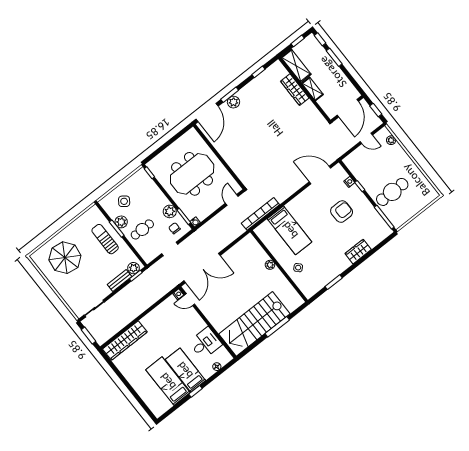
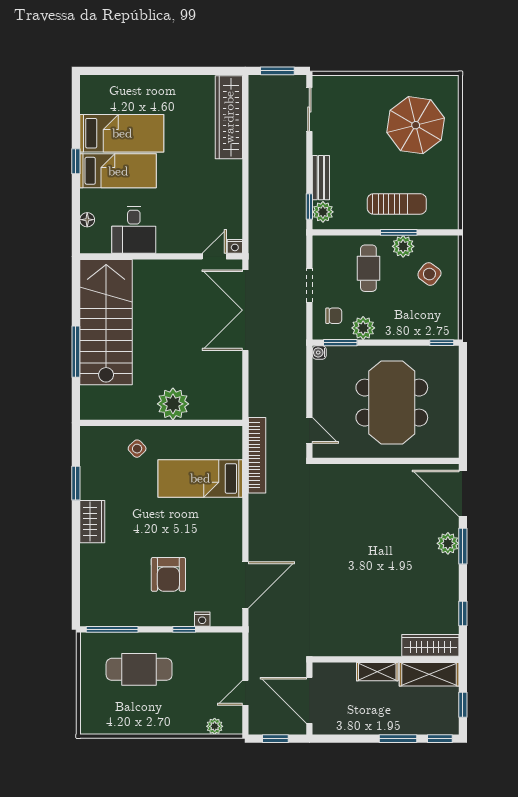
wardrobe: (295, 90) -> (430, 645), moved
cafe table: (392, 192) -> (139, 669), turned 90
wardrobe: (358, 252) -> (92, 522), moved
plant: (270, 265) -> (173, 404), width x1.88, depth x1.88

